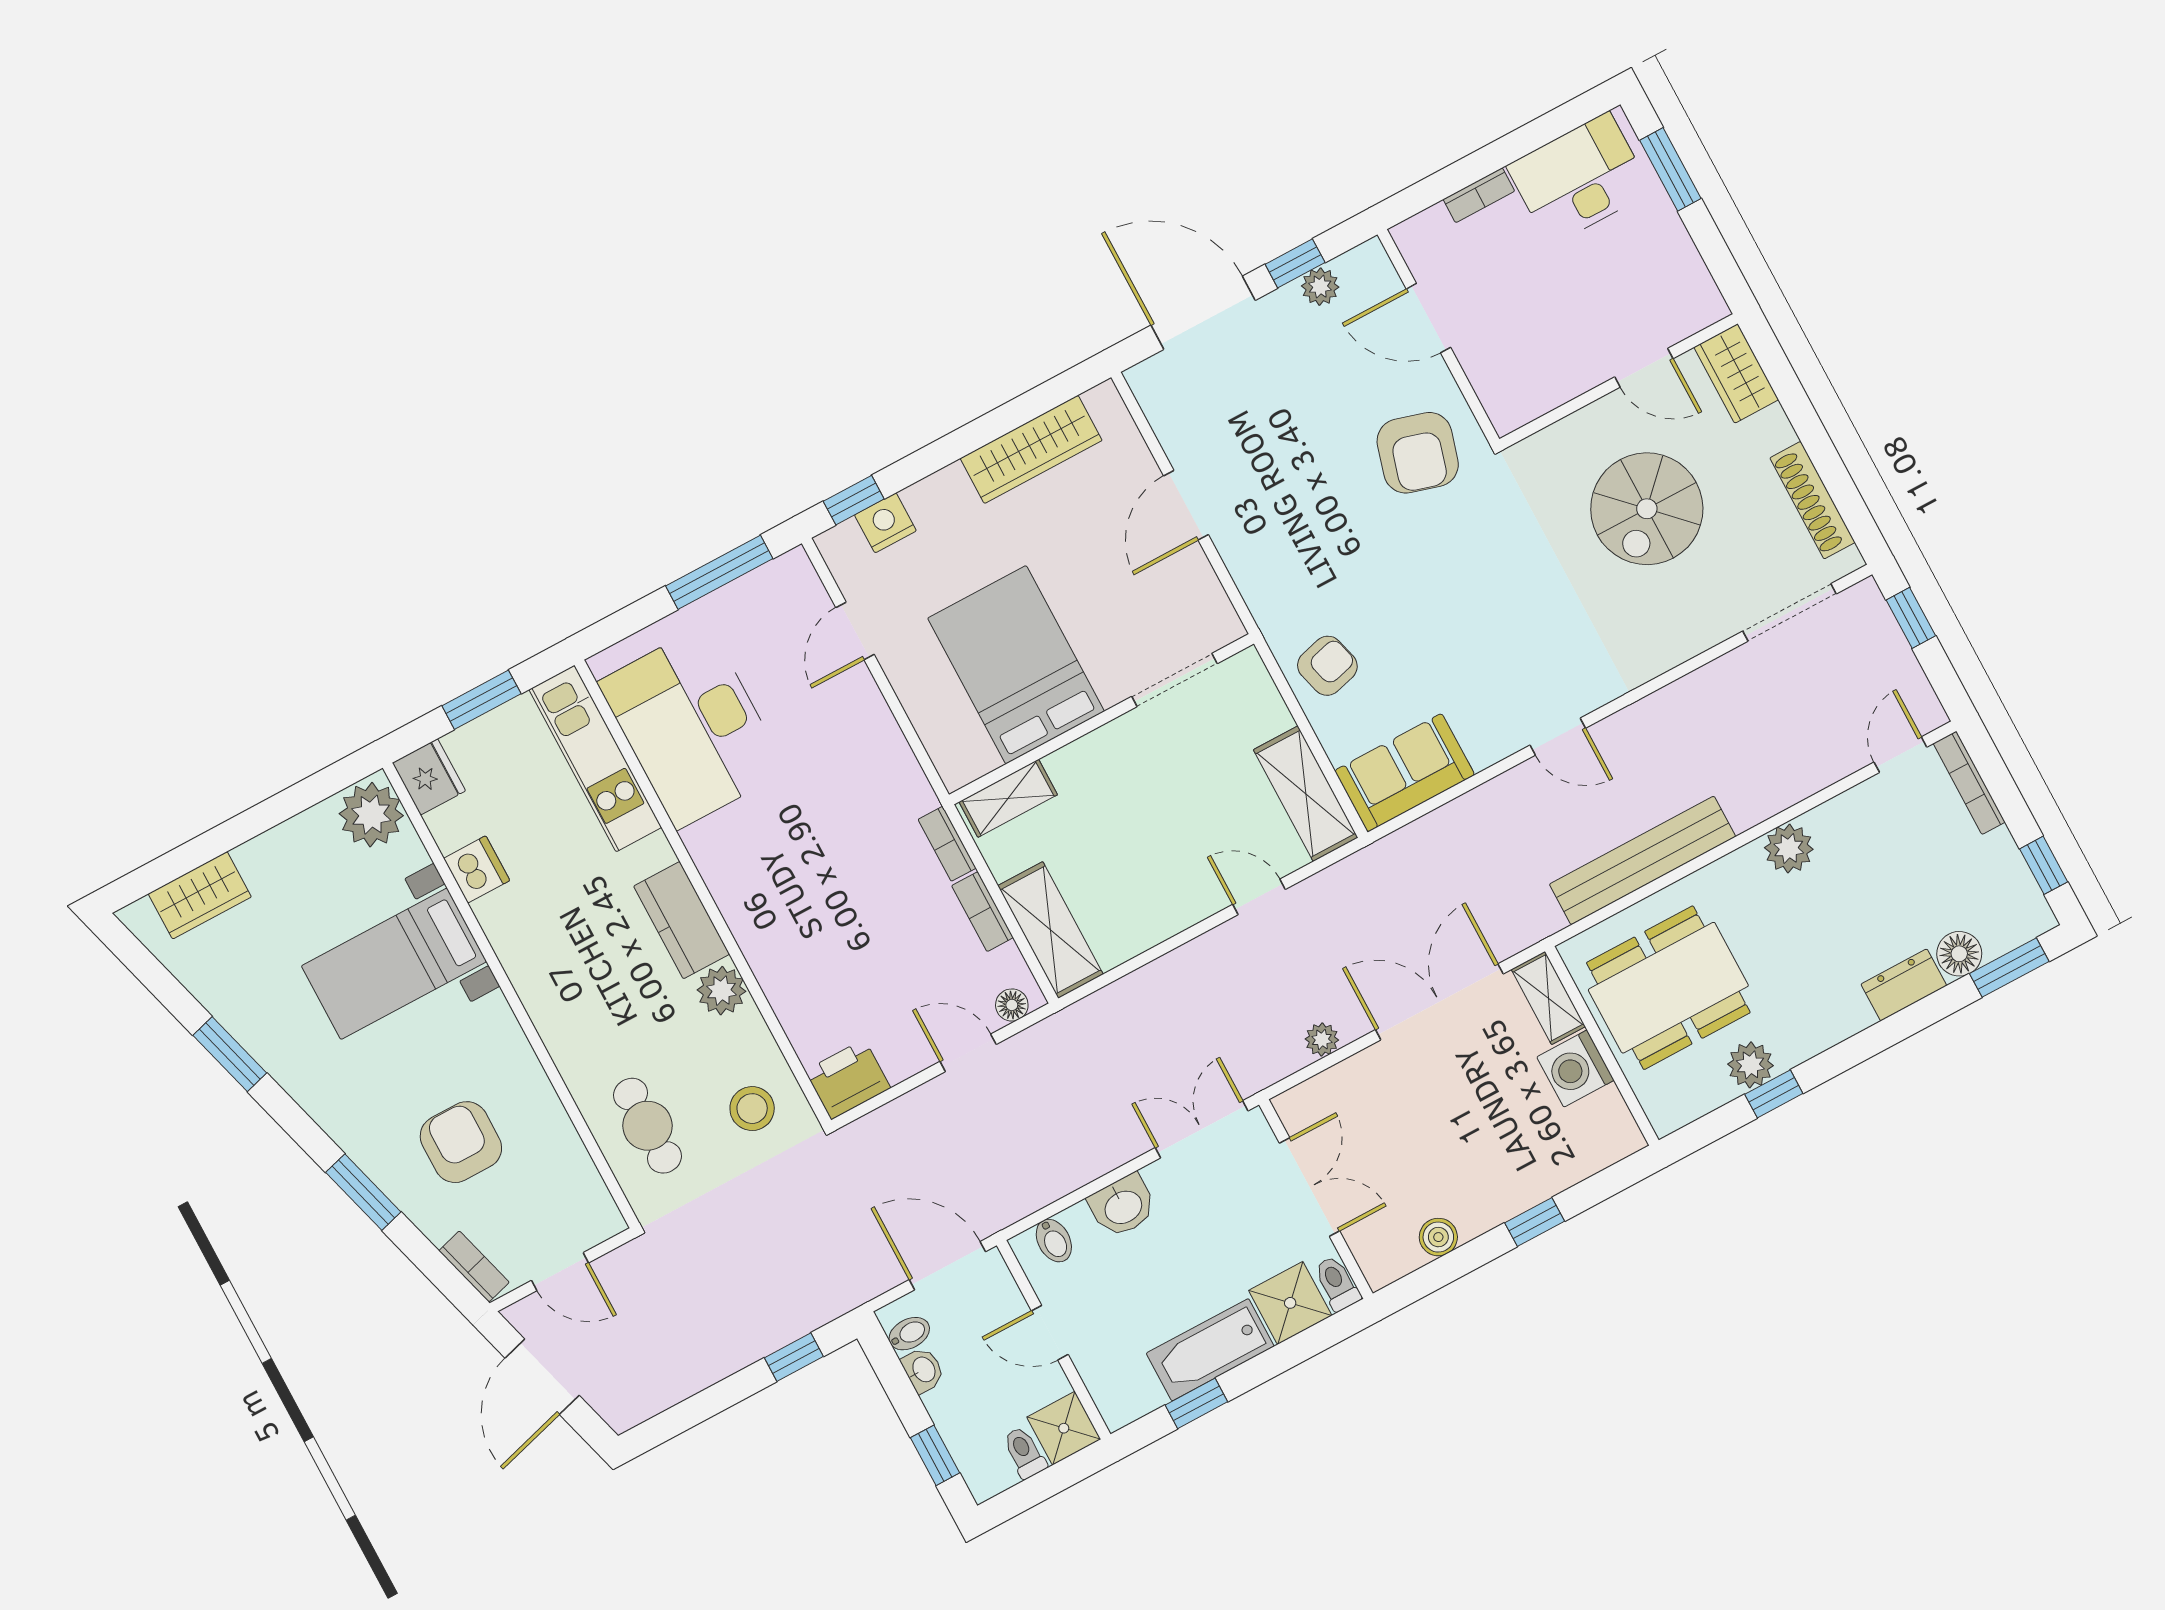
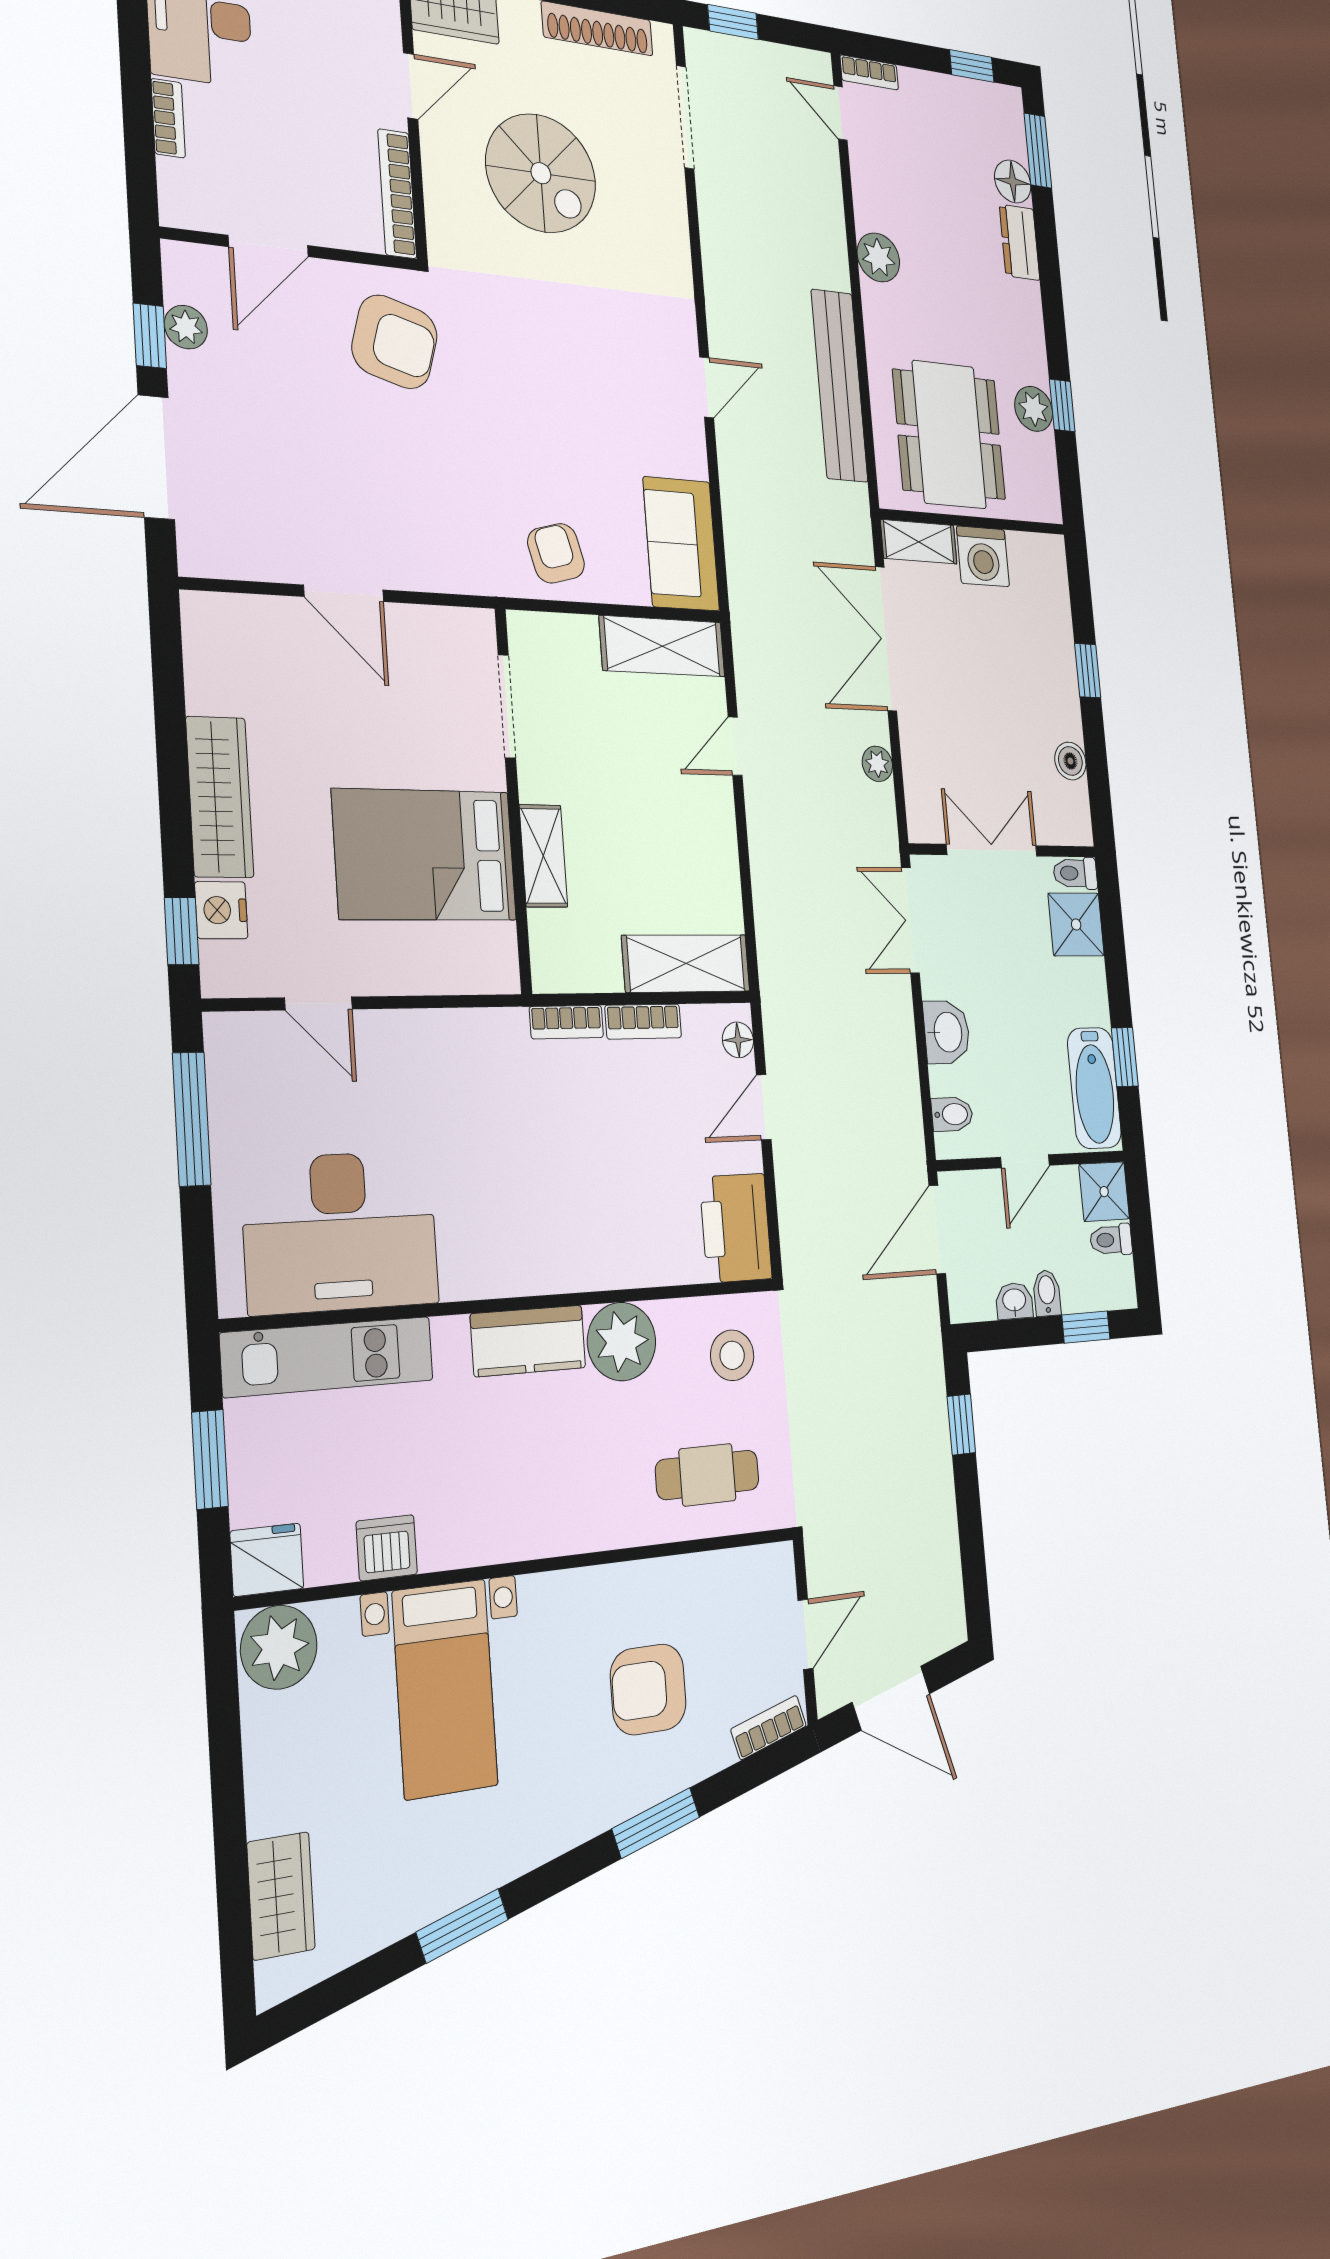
bookcase: (1544, 399) -> (397, 194), added
wardrobe: (1031, 449) -> (220, 797), moved
bookcase: (1969, 783) -> (869, 72), width x0.64
shelving: (1008, 798) -> (543, 856), moved
plant: (722, 991) -> (622, 1342), width x1.36, depth x1.36
printer: (848, 1079) -> (736, 1228), width x1.37, depth x1.19
bidet: (909, 1334) -> (1047, 1293), moved
bathtub: (1210, 1350) -> (1094, 1088), moved

